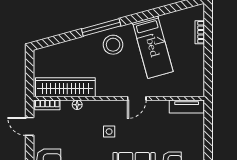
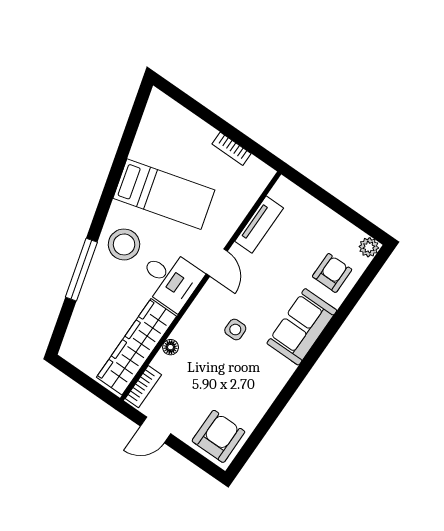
window: (101, 27) -> (81, 270), moved
bookcase: (200, 32) -> (232, 149), moved
desk: (112, 80) -> (170, 279), added
tv unit: (187, 106) -> (259, 225), moved

